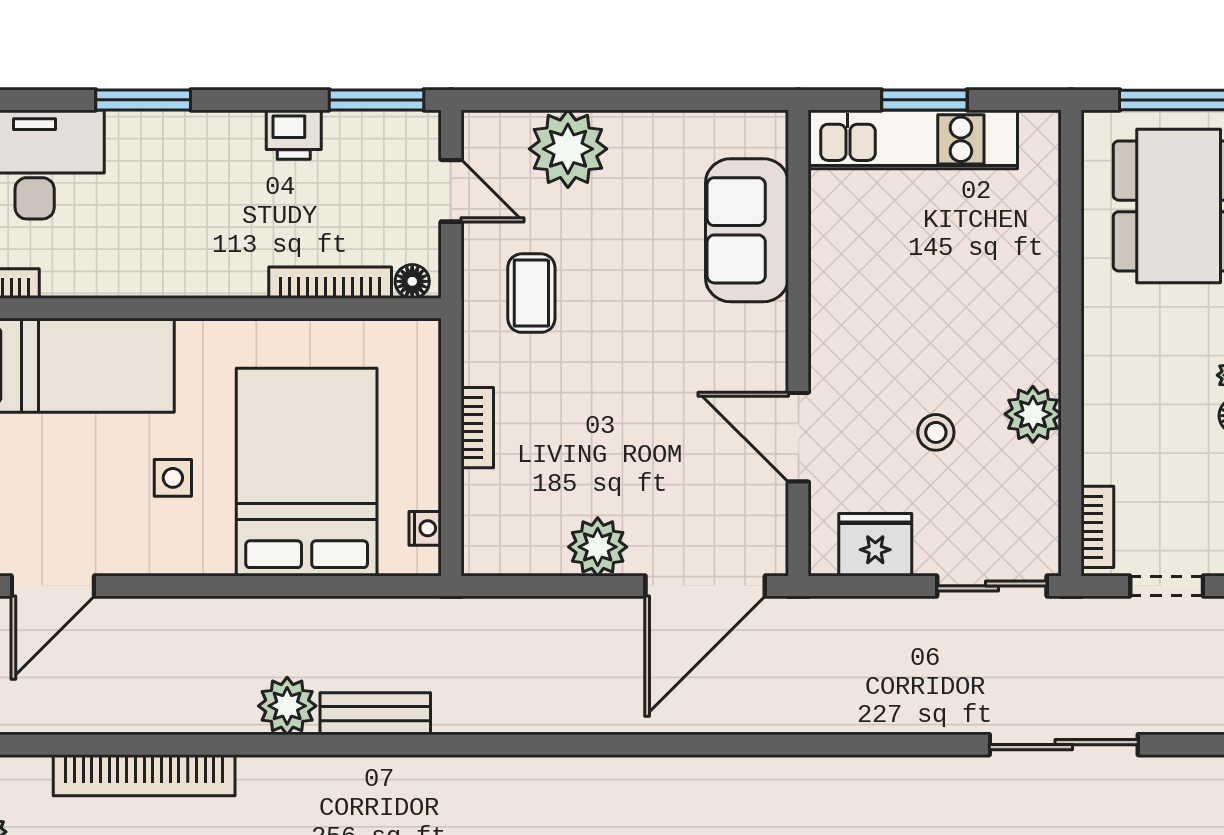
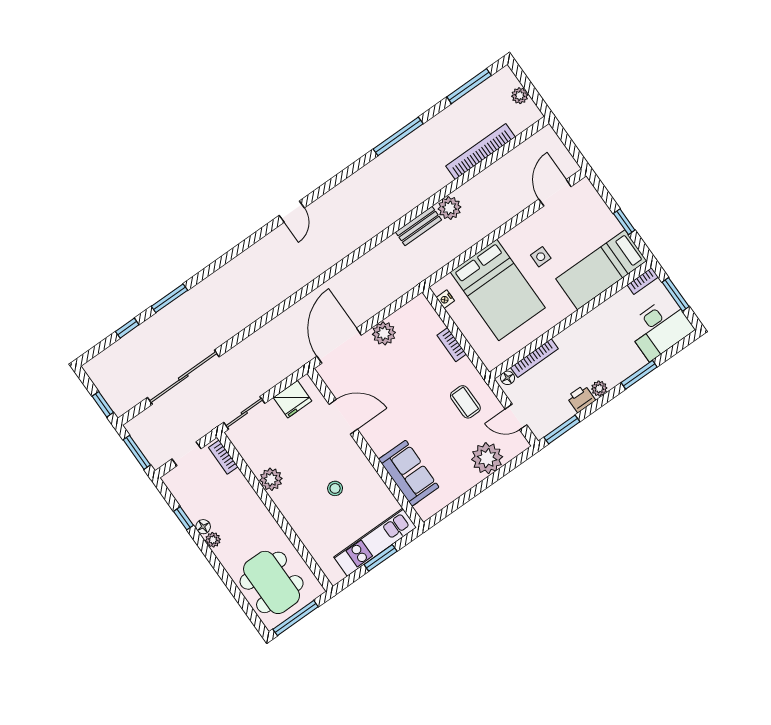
plant: (243, 129) -> (599, 389), added
stool: (936, 432) -> (335, 488), moved
sliding door: (1064, 745) -> (183, 377), width x1.36

